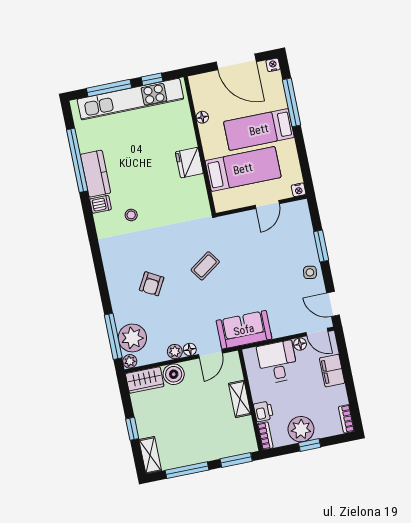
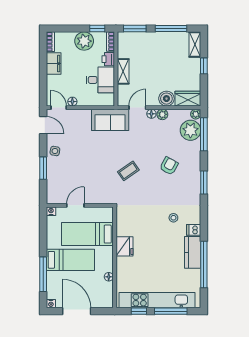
window: (100, 271) -> (204, 182), added
desk: (277, 362) -> (100, 80), moved, turned -90
filing cabinet: (332, 371) -> (54, 64), moved
window: (310, 445) -> (97, 29), moved

